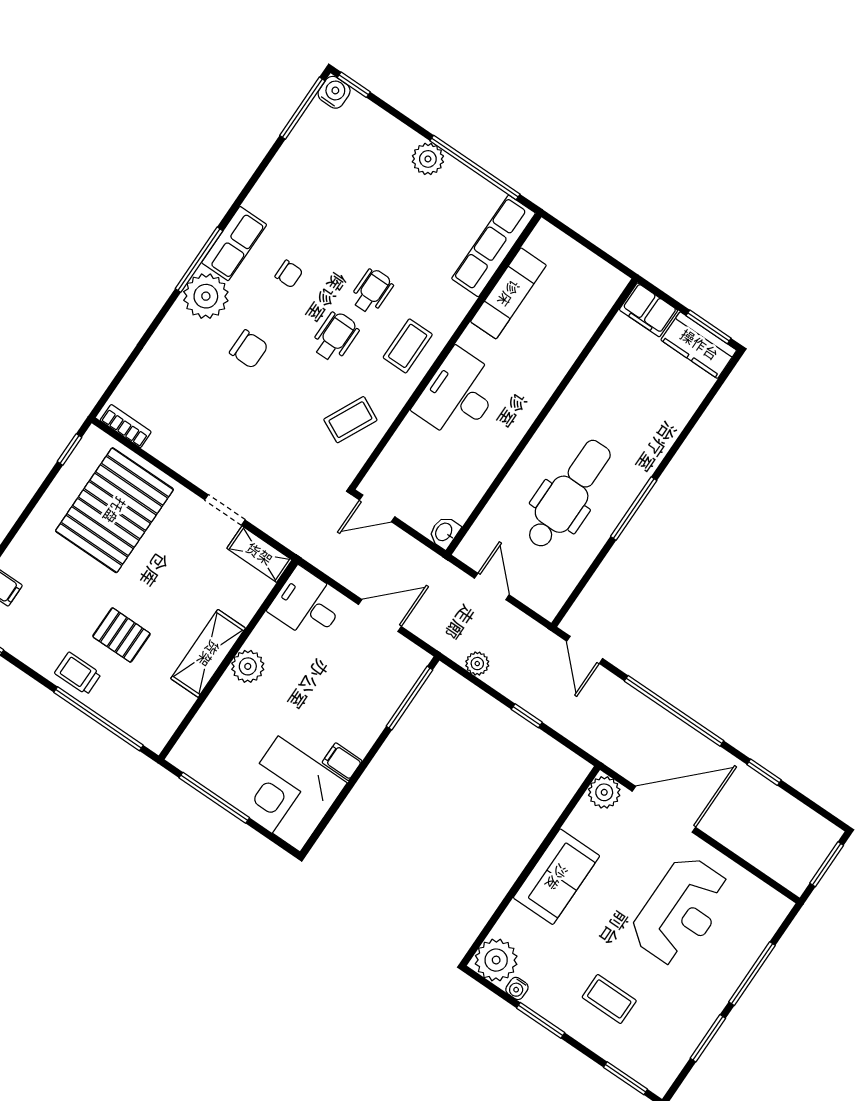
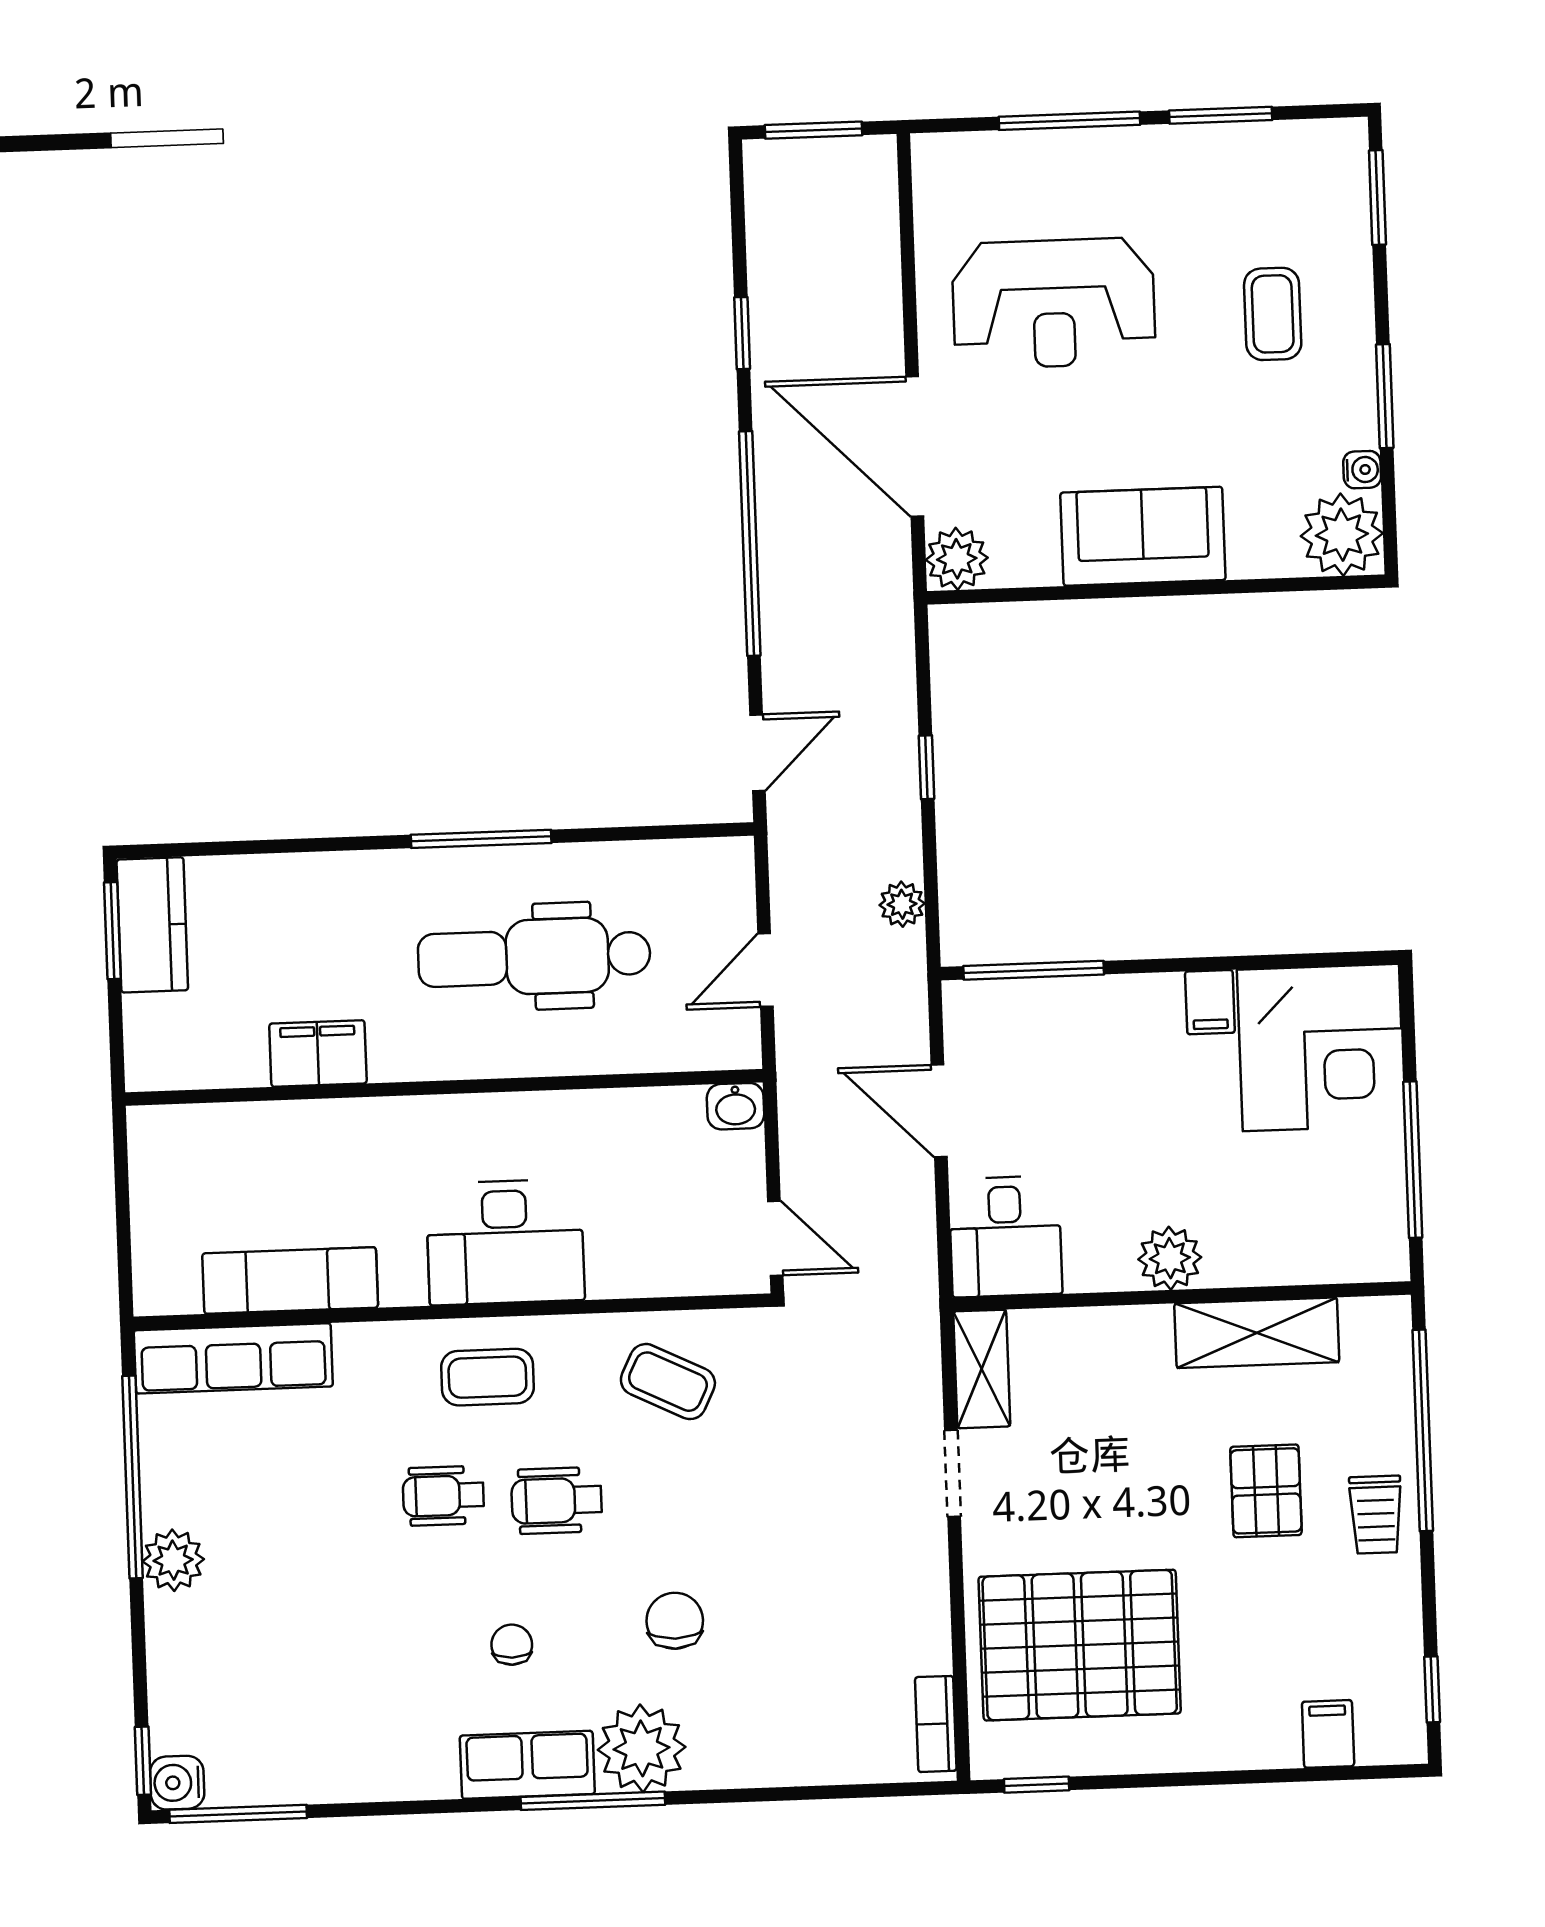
filing cabinet: (648, 310) -> (318, 1053), moved, turned -90
shelving: (208, 653) -> (1257, 1333), moved
reception desk: (681, 911) -> (1054, 303), turned 180

